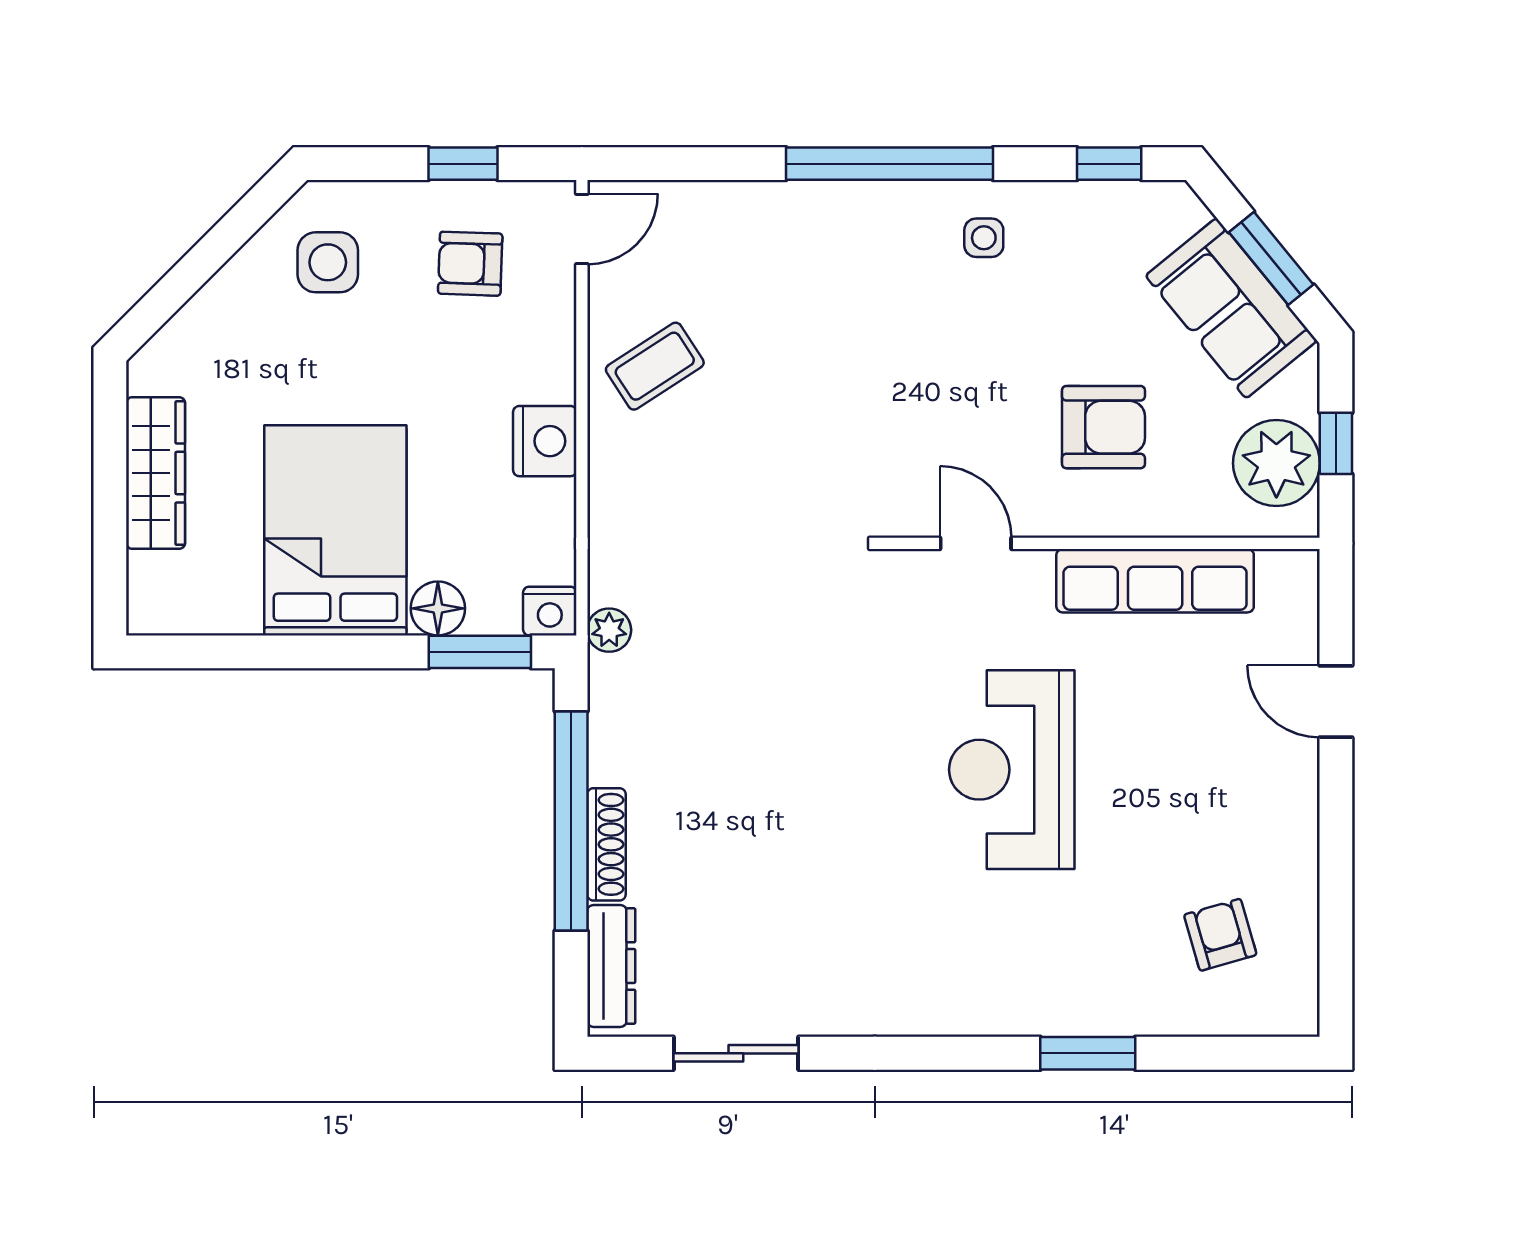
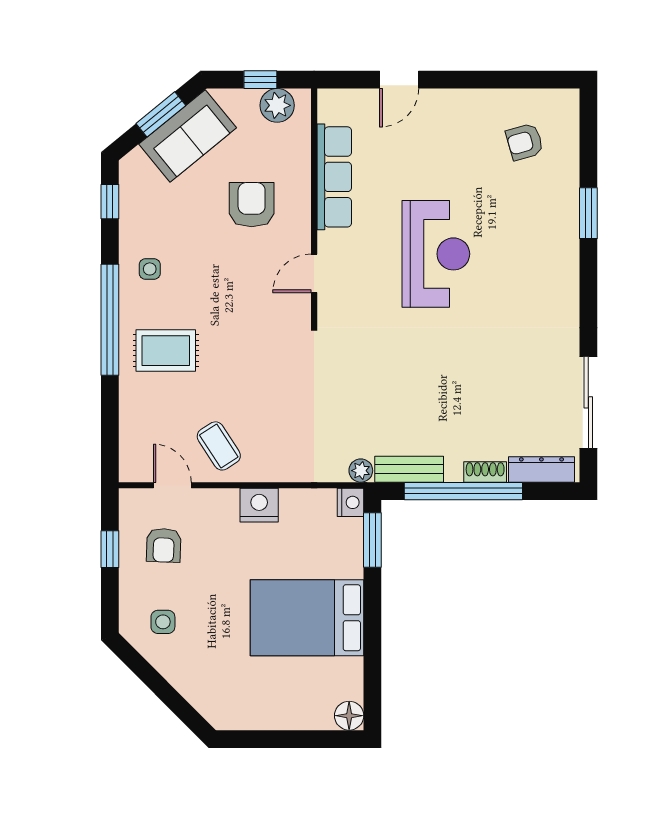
door: (582, 229) -> (172, 485), moved
side table: (328, 262) -> (163, 622), width x0.73, depth x0.73
rug: (832, 268) -> (166, 351), added
plant: (1276, 463) -> (277, 105), width x0.73, depth x0.73
wardrobe: (156, 473) -> (276, 714), removed
floor lamp: (438, 608) -> (349, 716), moved
bench: (612, 720) -> (409, 469), added
reception desk: (1012, 770) -> (436, 254), turned -90
shoe rack: (606, 844) -> (485, 472), width x0.70
sliding door: (736, 1053) -> (588, 402), width x1.37

